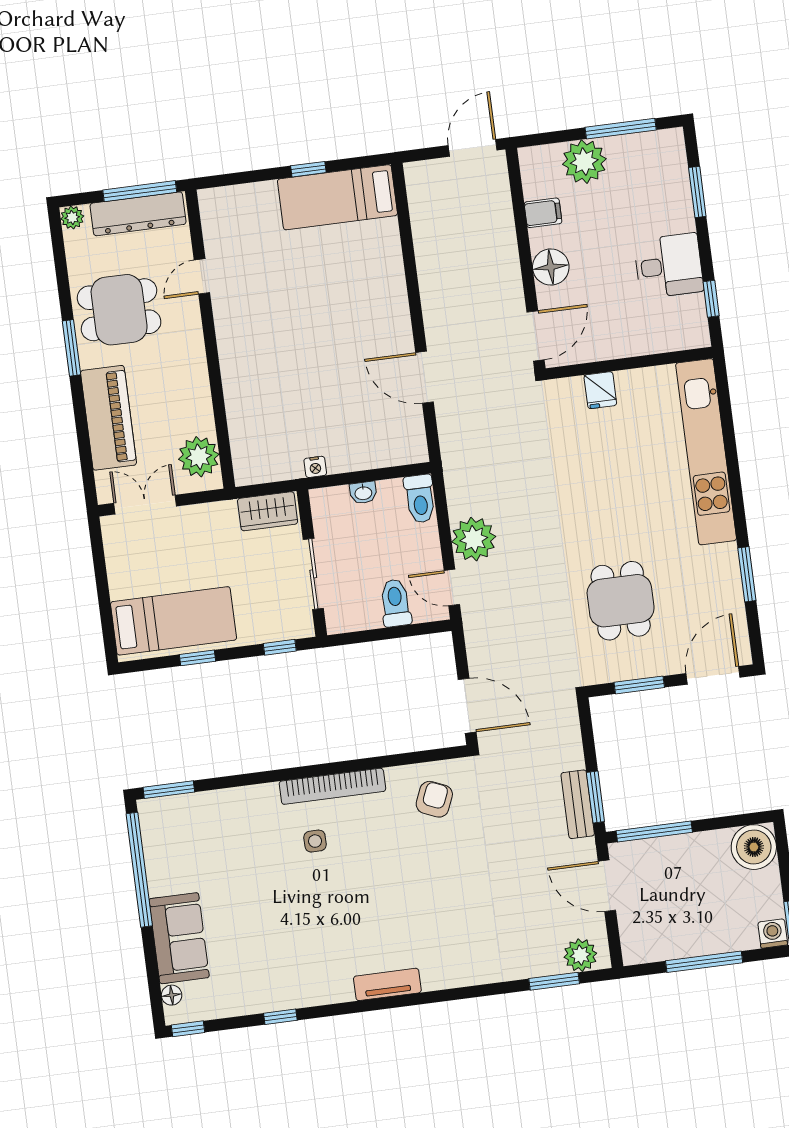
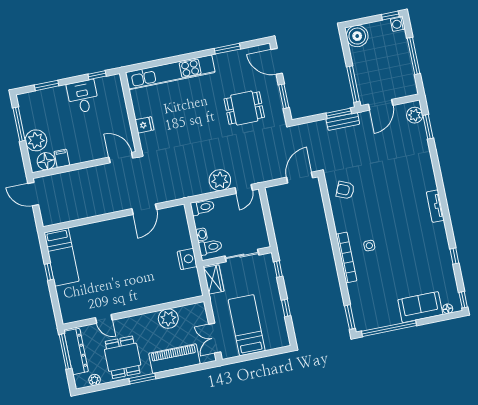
plant: (72, 217) -> (95, 380), moved
floor lamp: (551, 267) -> (46, 161), moved
plant: (199, 457) -> (168, 319), moved
nightstand: (315, 467) -> (187, 259), width x1.89, depth x1.79
toilet: (395, 603) -> (210, 247), moved, turned 180
bed: (174, 621) -> (247, 325), moved
bookcase: (332, 786) -> (346, 258), moved

